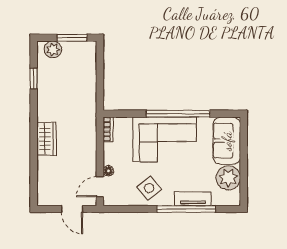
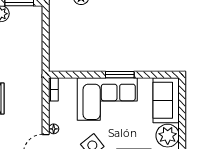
window: (178, 114) -> (120, 75), width x0.47

